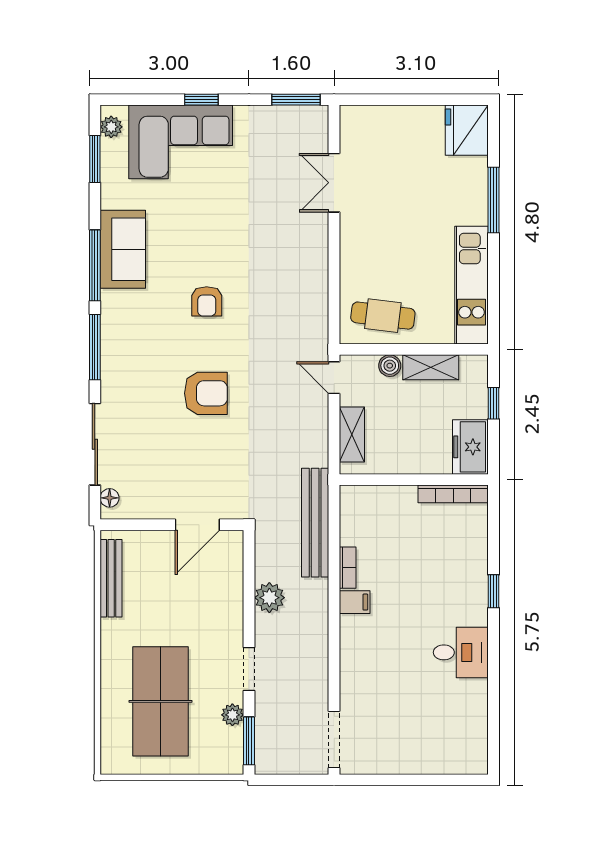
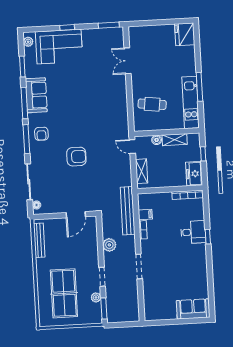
window: (95, 159) -> (22, 67), moved
window: (493, 200) -> (199, 87), moved
armchair: (207, 301) -> (41, 134), moved
cafe table: (383, 316) -> (152, 104), moved
filing cabinet: (355, 602) -> (145, 215), moved
desk: (461, 652) -> (193, 232), moved
doorway: (334, 739) -> (139, 266), moved
sofa: (451, 753) -> (193, 309), added

